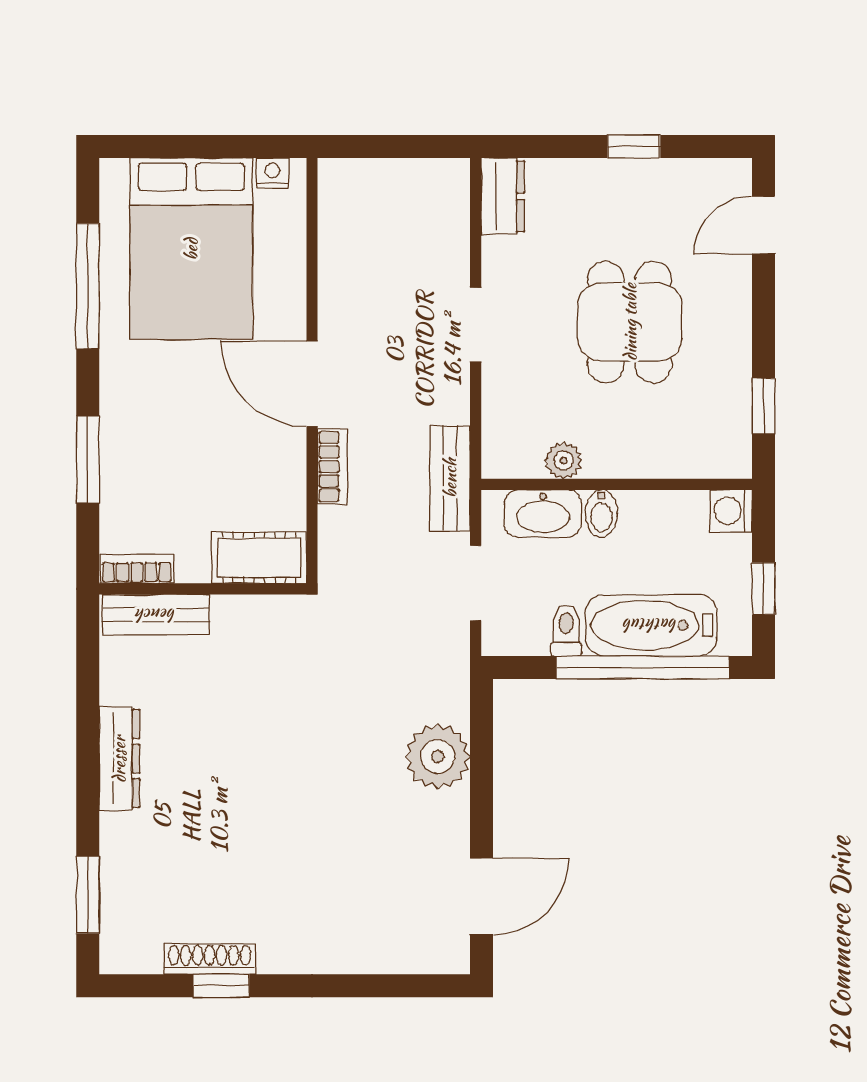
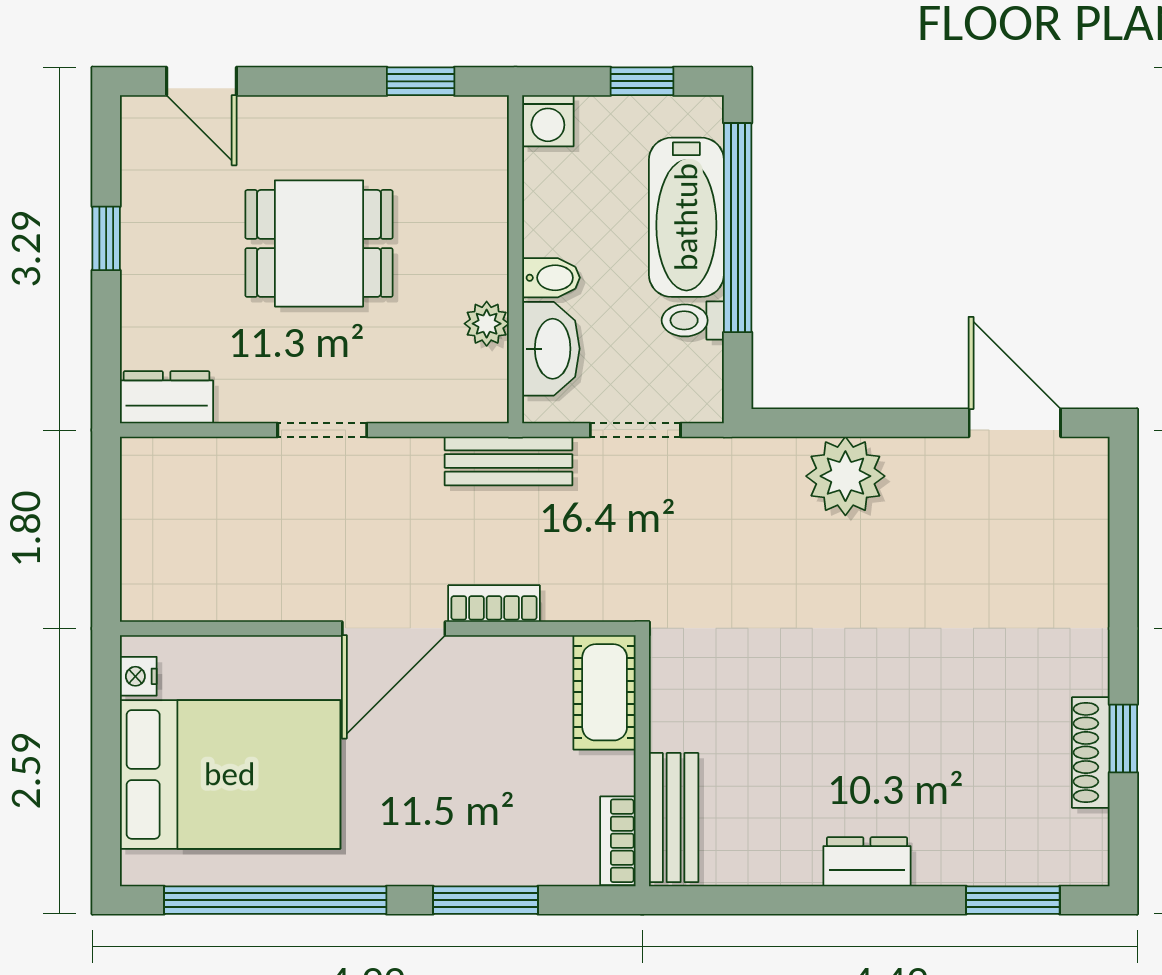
window: (88, 286) -> (275, 900), width x1.46
dresser: (119, 759) -> (867, 862), width x0.70

